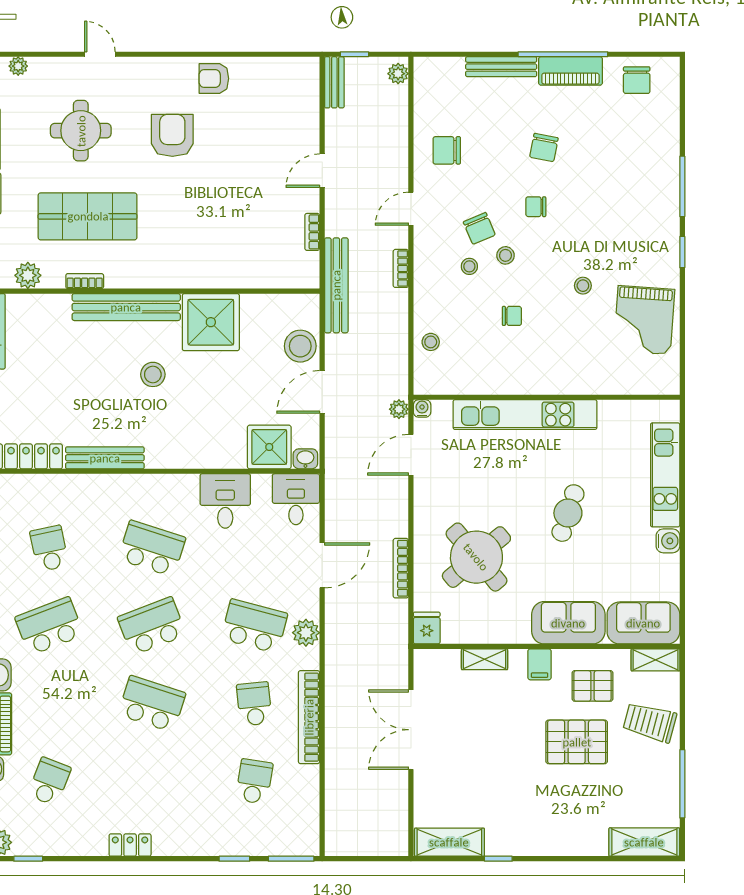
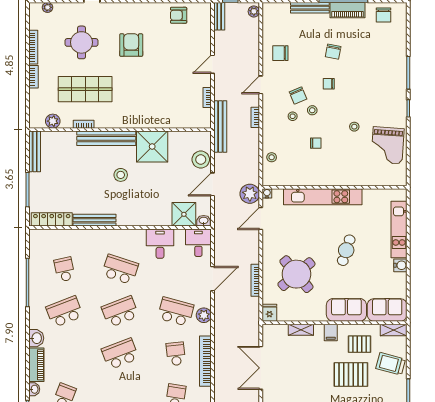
armchair: (214, 78) -> (179, 15), moved
plant: (399, 409) -> (250, 194), width x1.88, depth x1.88
school desk: (152, 704) -> (120, 354), turned -39

